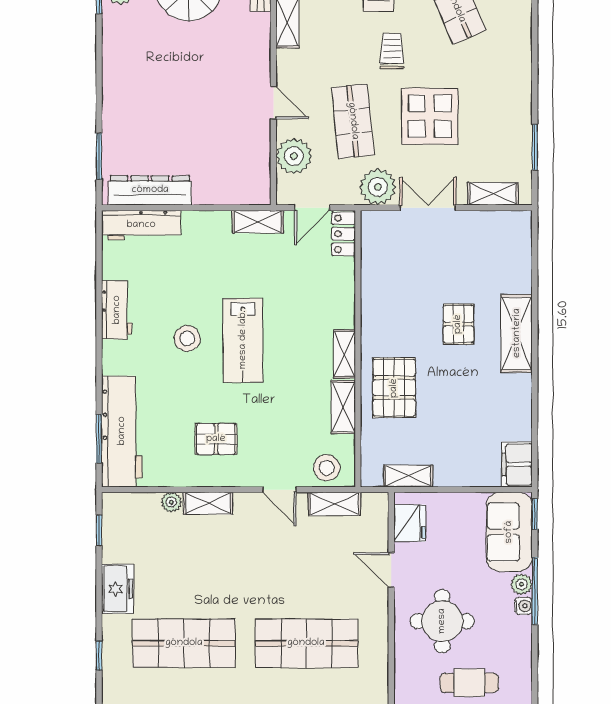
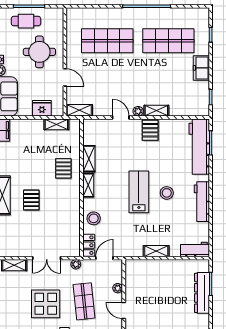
plant: (294, 156) -> (118, 288), width x0.53, depth x0.53
plant: (378, 187) -> (76, 264), width x0.53, depth x0.53
dresser: (150, 190) -> (202, 293), moved, turned 90
shelving: (258, 222) -> (156, 251), moved
workbench: (141, 225) -> (195, 249), width x0.73
workbench: (117, 310) -> (202, 202), width x1.38
pallet: (394, 388) -> (63, 168), width x0.67, depth x0.71
pallet: (216, 439) -> (150, 130), moved, turned 90
stool: (327, 468) -> (94, 218), moved
plant: (171, 502) -> (138, 111), moved
shelving: (334, 504) -> (79, 110), moved
fridge: (410, 523) -> (42, 108), moved, turned 90

